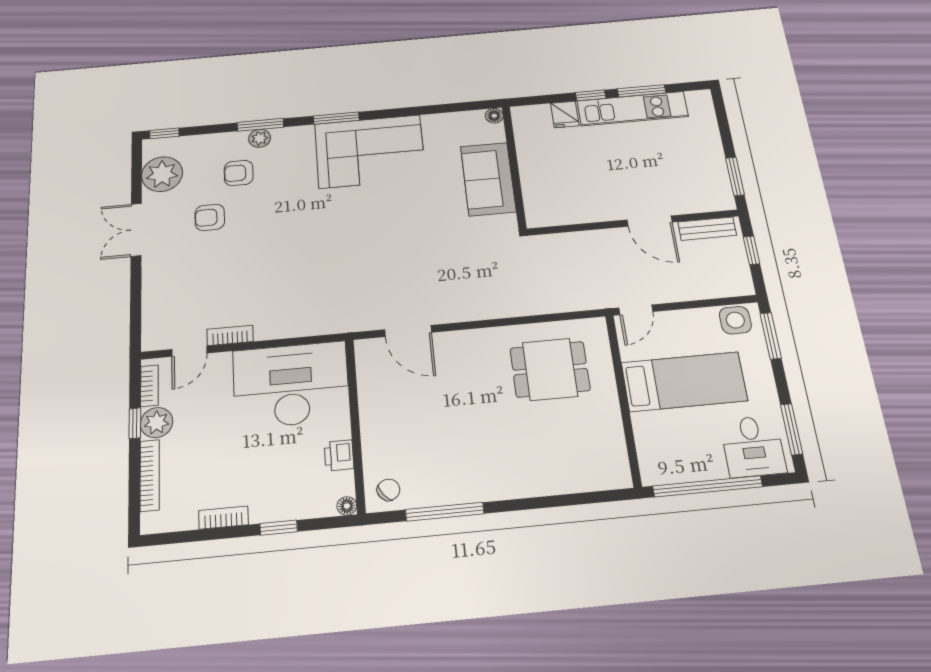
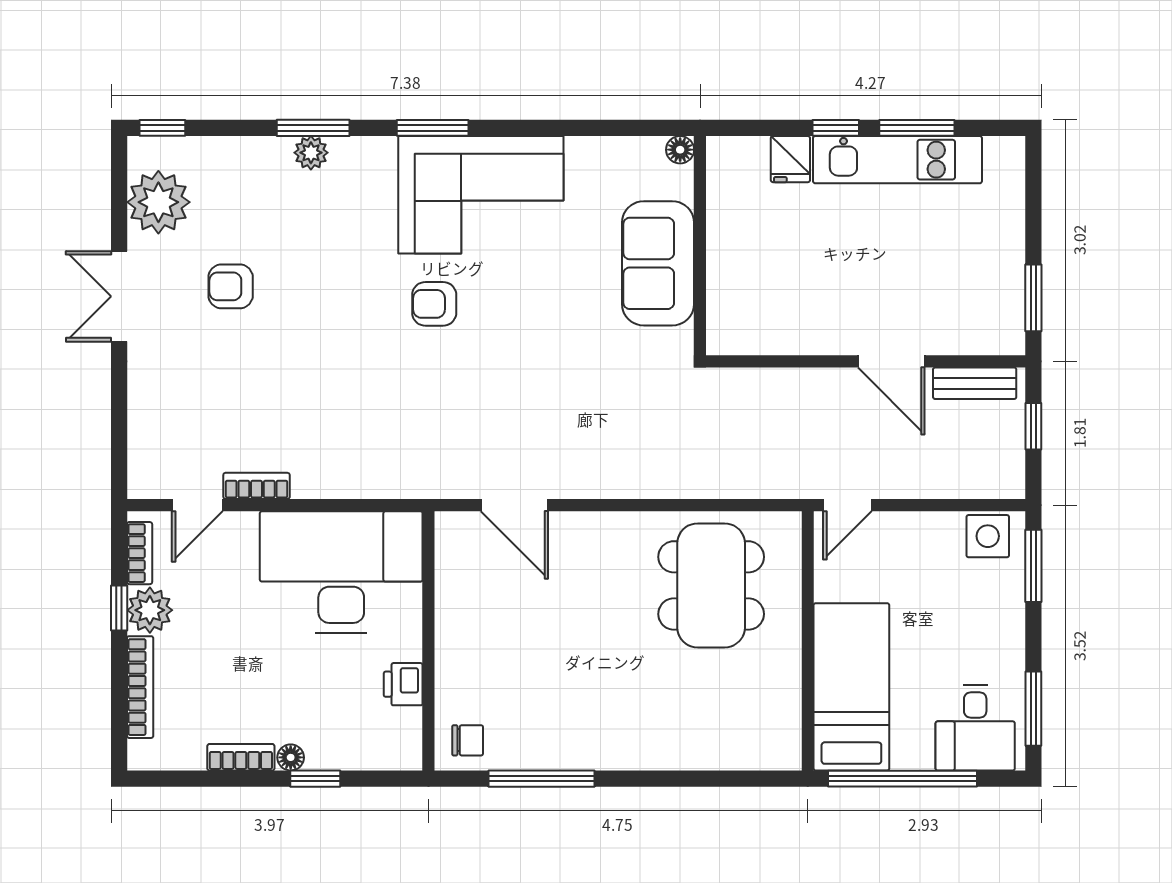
armchair: (239, 173) -> (434, 304), moved
dining table: (550, 369) -> (711, 585), width x1.38
bed: (684, 382) -> (851, 687), moved, turned -90
chair: (388, 490) -> (468, 740), turned 37
floor lamp: (347, 506) -> (291, 757), moved

